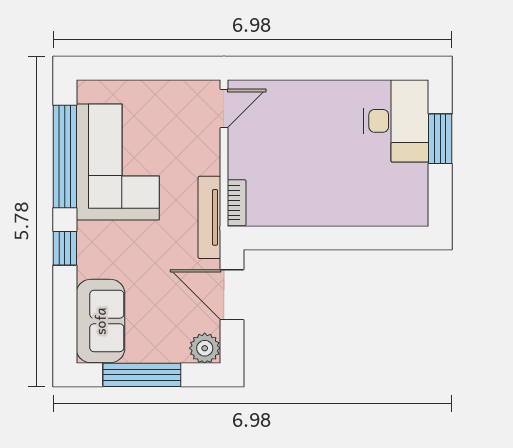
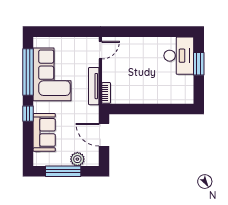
tv unit: (209, 217) -> (94, 86), moved
sofa: (100, 321) -> (44, 132), moved
plant: (205, 348) -> (77, 159), moved

